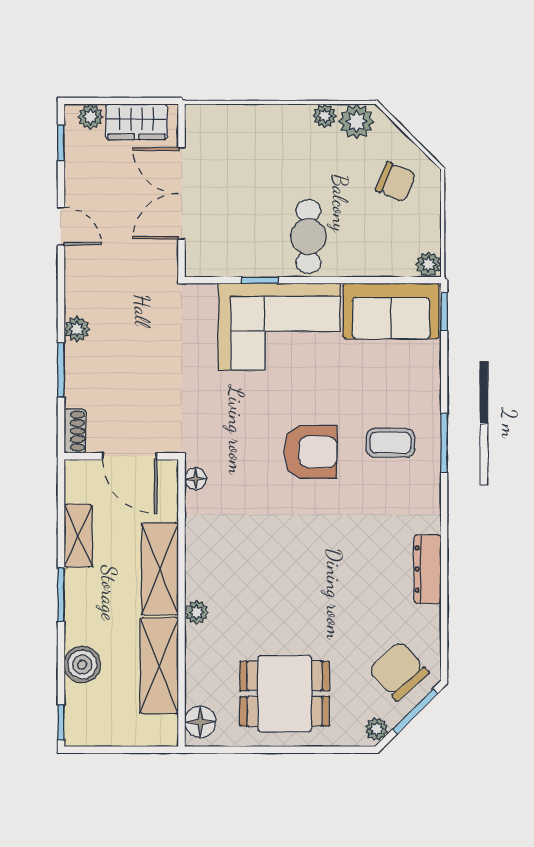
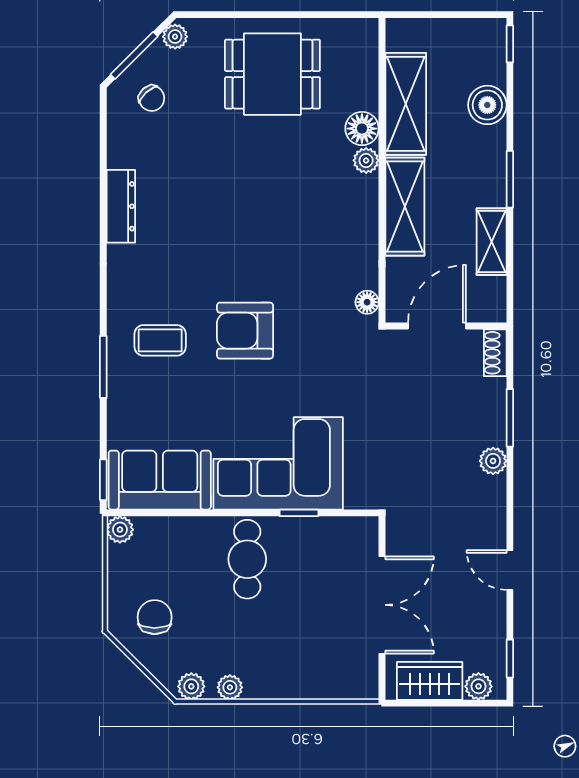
plant: (356, 121) -> (191, 686), width x0.73, depth x0.73
chair: (396, 182) -> (155, 617), turned 68
window: (444, 443) -> (103, 367), moved
door: (130, 456) -> (437, 326), hinge flipped
chair: (399, 671) -> (152, 98), width x0.54, depth x0.54
floor lamp: (200, 722) -> (362, 129), moved

